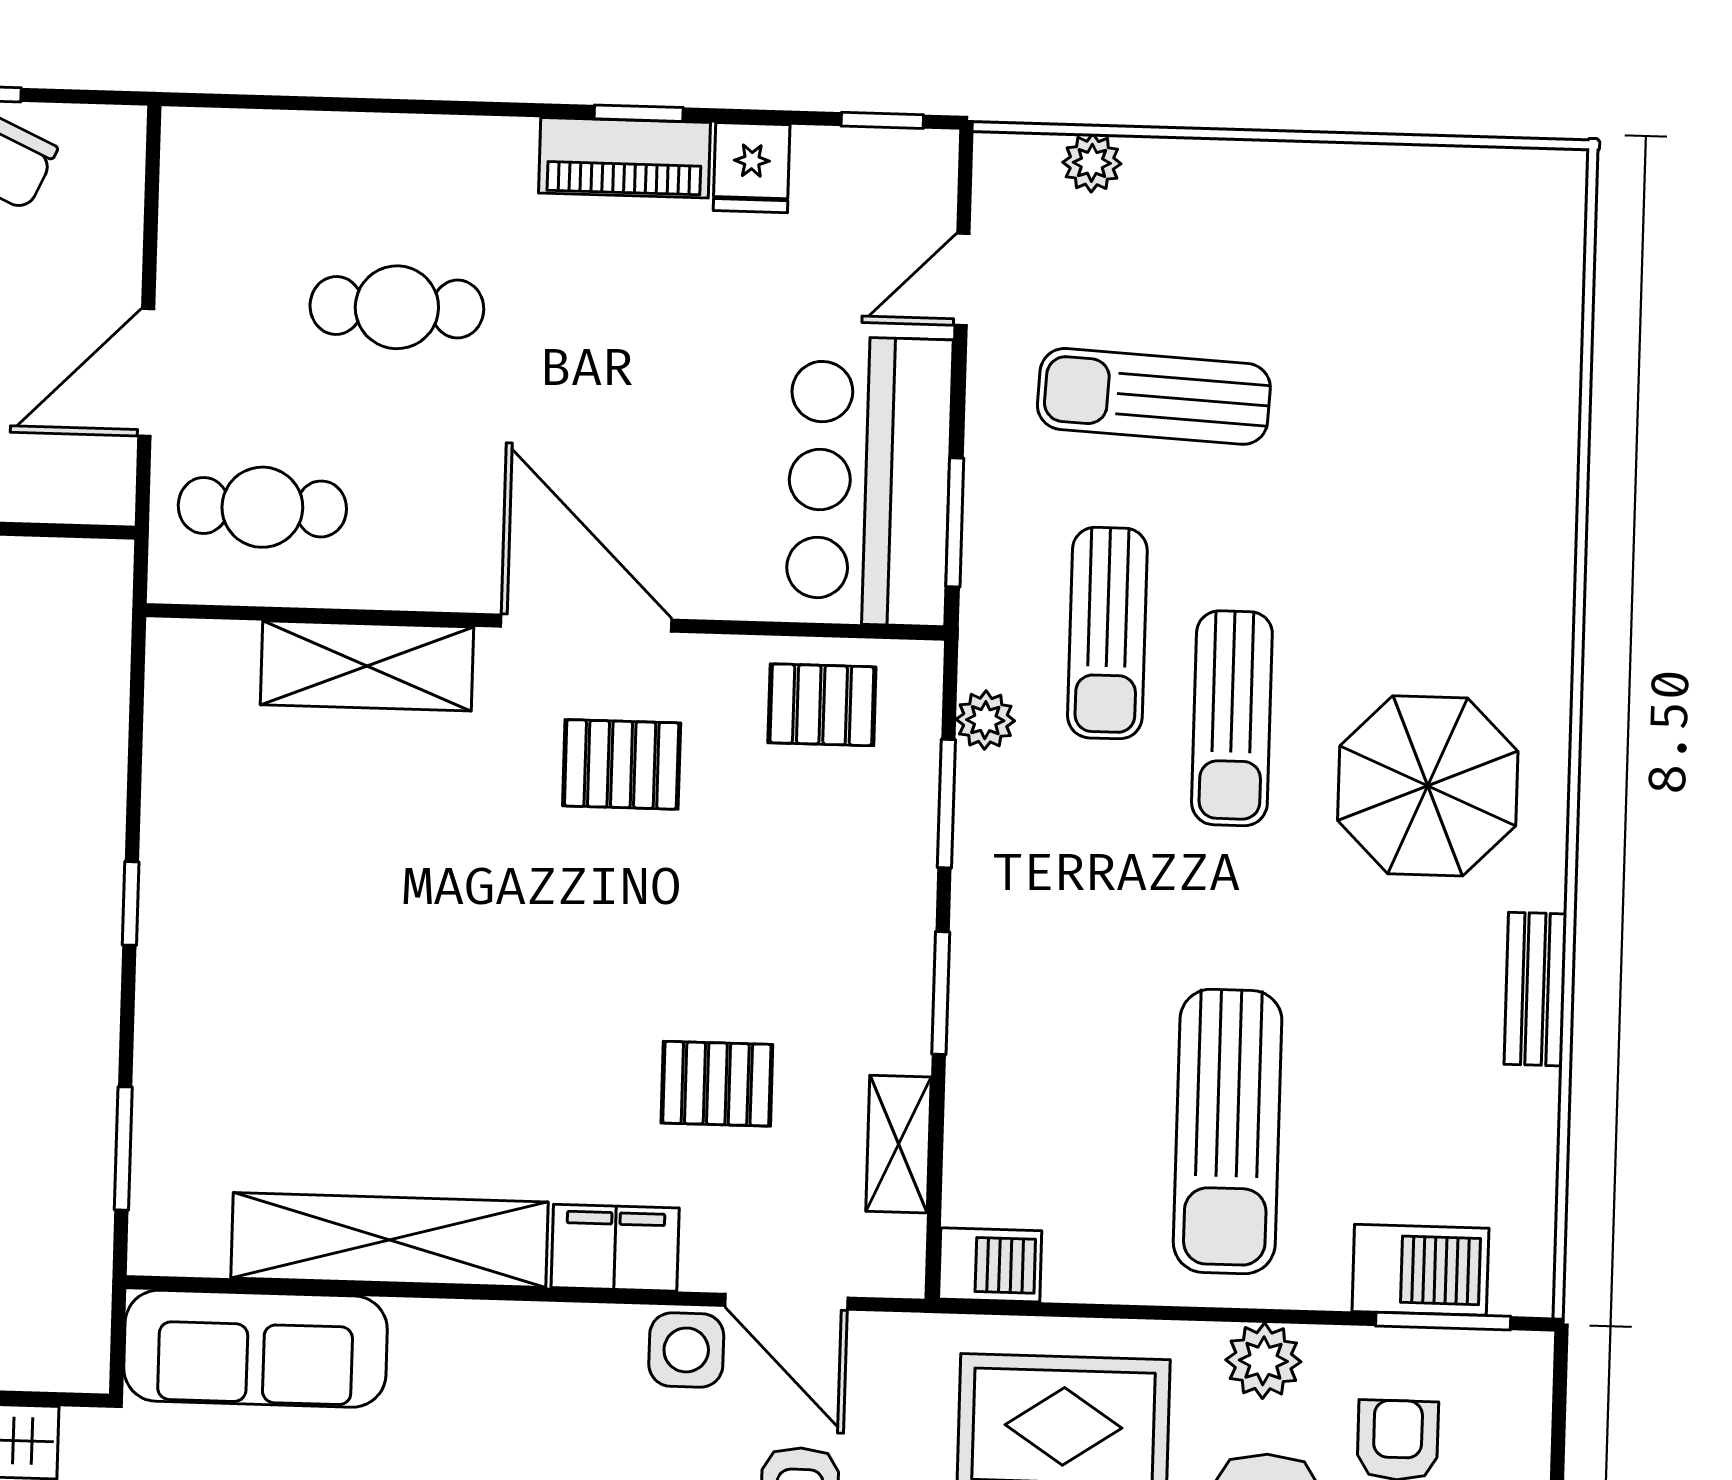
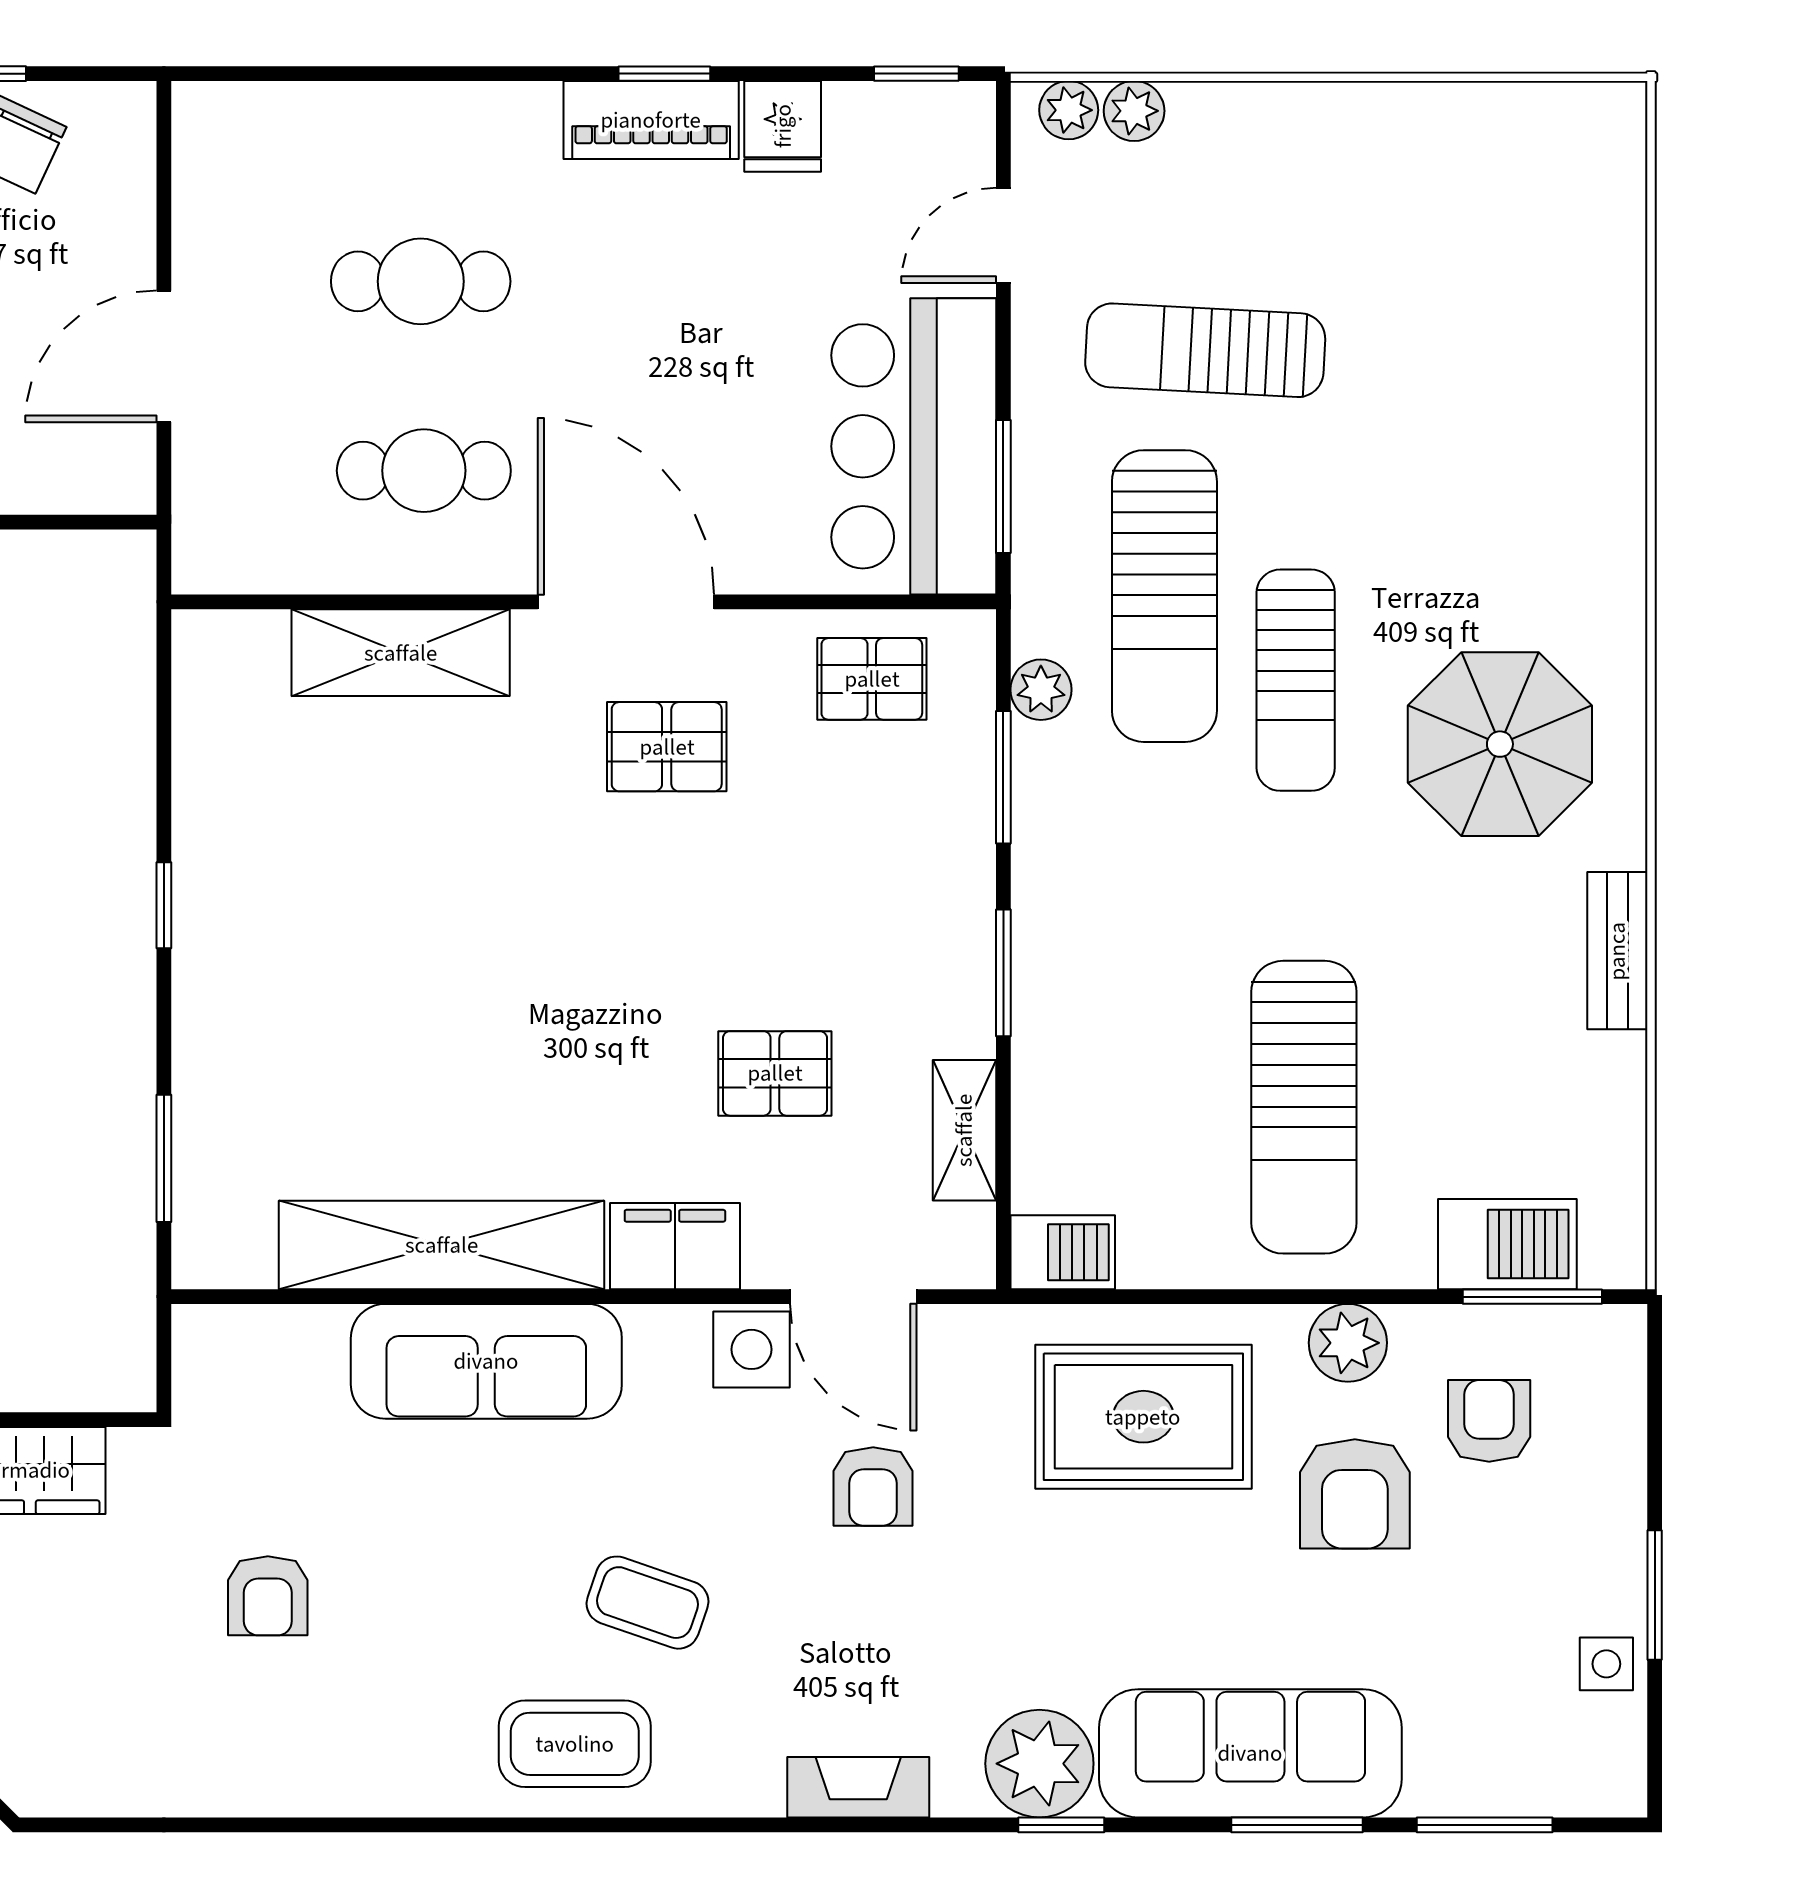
plant: (1029, 160) -> (1069, 110), added
cafe table: (262, 507) -> (424, 471), moved
sun lounger: (1107, 633) -> (1164, 596), width x1.36, depth x1.34
sofa: (256, 1349) -> (486, 1361), moved

